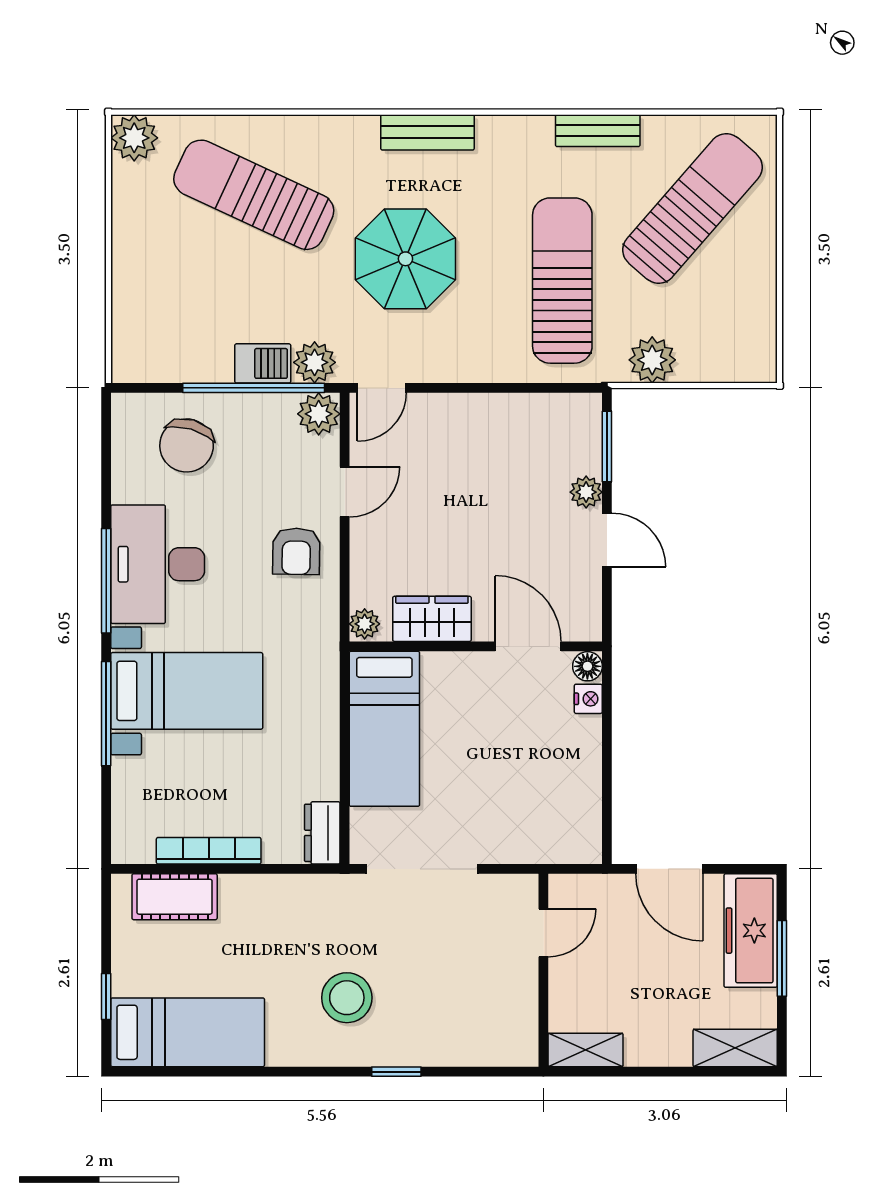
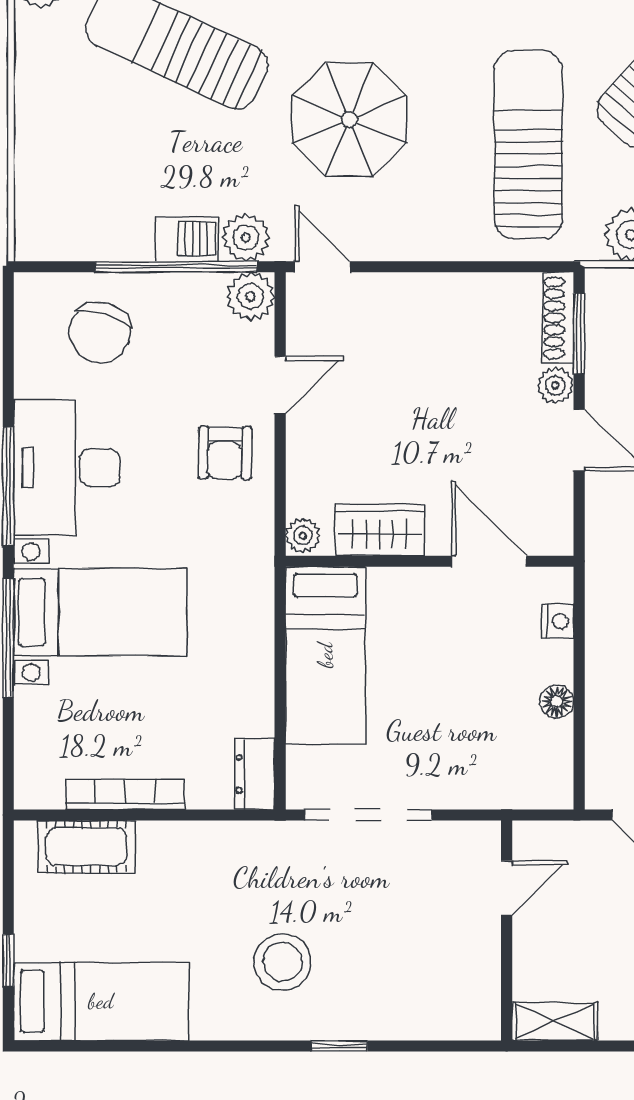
door: (382, 388) -> (323, 267), swing flipped
shoe rack: (589, 433) -> (558, 318), added
floor lamp: (587, 666) -> (557, 701), moved

